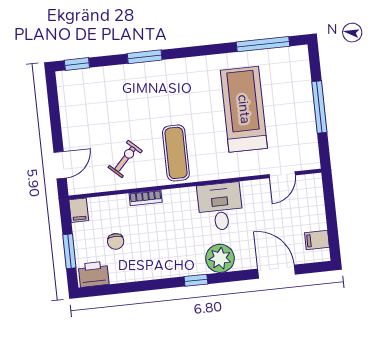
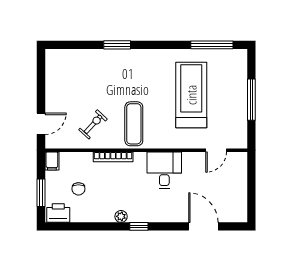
window: (77, 64) -> (63, 45), removed
bookcase: (146, 198) -> (113, 157), width x1.56
filing cabinet: (317, 240) -> (238, 205), removed
plant: (220, 258) -> (121, 216), moved, width x0.53, depth x0.53

